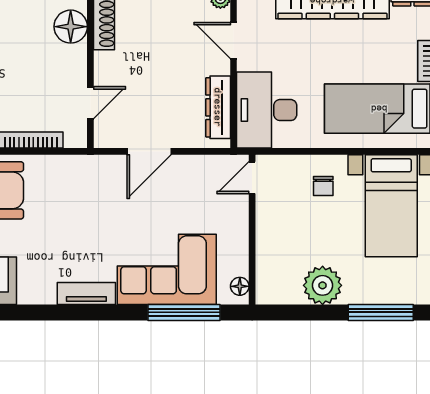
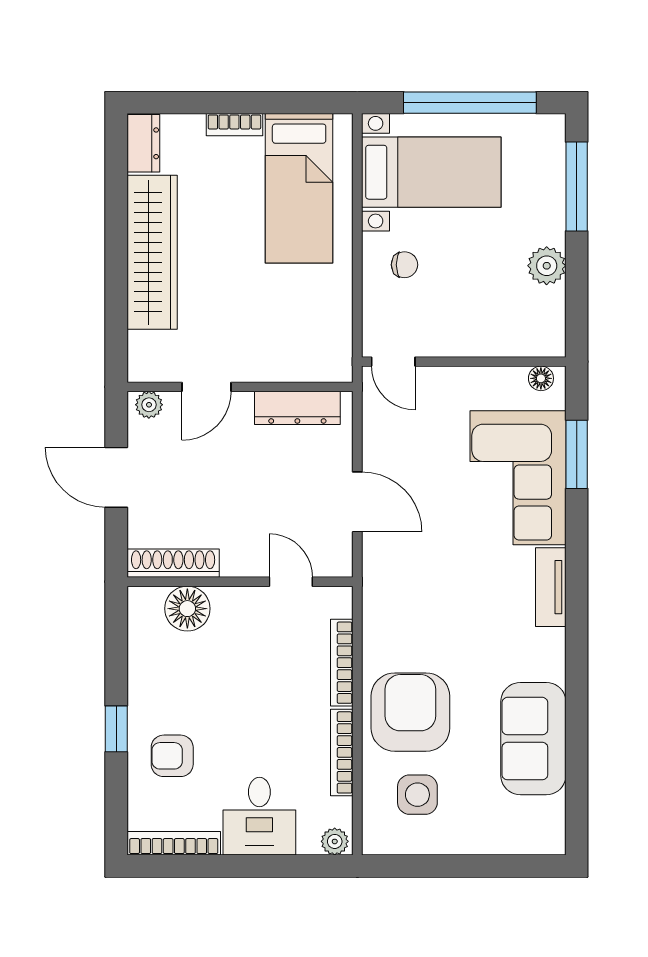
desk: (267, 110) -> (301, 342), removed
plant: (323, 285) -> (547, 266), width x0.73, depth x0.73
window: (184, 312) -> (577, 454), width x0.69

